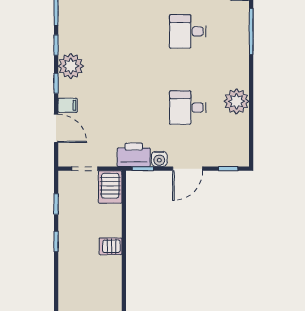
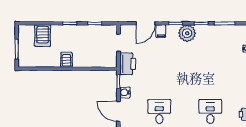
printer: (134, 155) -> (128, 64), moved
server rack: (110, 187) -> (43, 36), moved, turned -90

